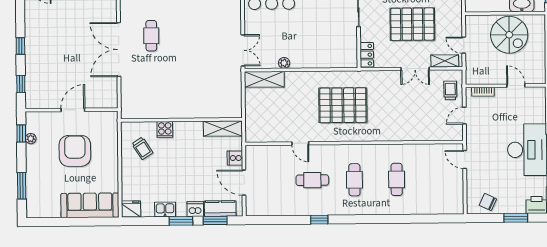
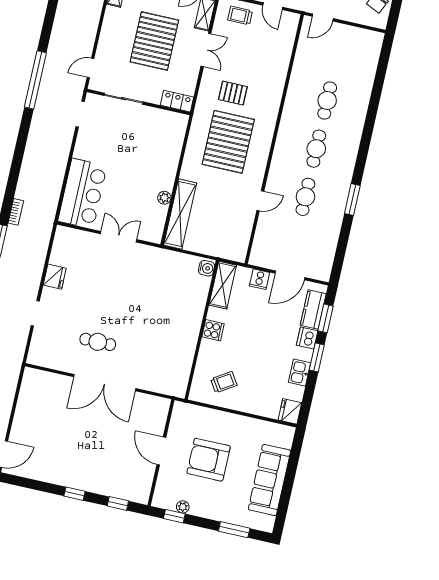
double door: (243, 50) -> (119, 237), moved
shelving: (264, 79) -> (180, 214), width x1.47
pallet: (384, 100) -> (233, 93), added
water cooler: (234, 112) -> (206, 268), added
cooker: (165, 129) -> (213, 330), moved
cafe table: (397, 179) -> (327, 101), turned 90
cafe table: (354, 180) -> (316, 149), turned 90
sofa: (90, 205) -> (269, 480), moved
window: (319, 220) -> (352, 199), width x1.50

